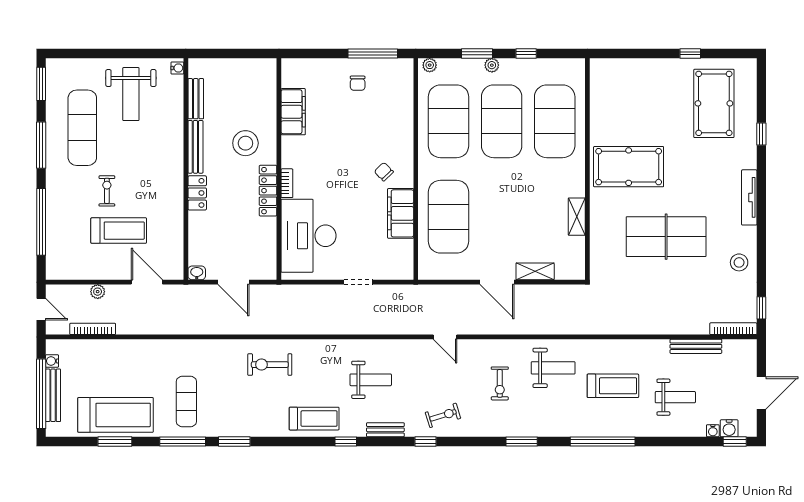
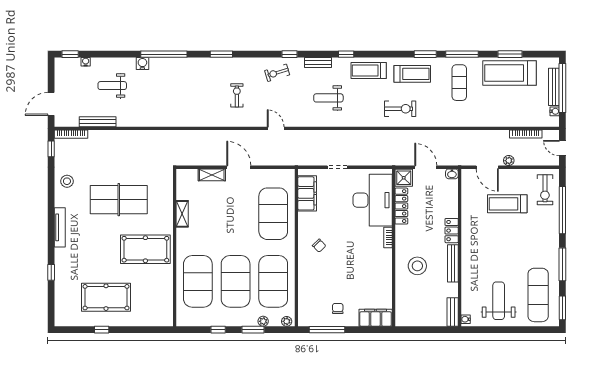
plant: (492, 65) -> (263, 321), moved
bench: (196, 99) -> (453, 312), moved
pool table: (714, 103) -> (106, 297), moved, turned 90
filing cabinet: (293, 112) -> (376, 318), moved, turned 90
exercise mat: (82, 128) -> (538, 295), moved
exercise bike: (107, 191) -> (545, 190), moved, width x1.38, depth x1.39
locker: (268, 191) -> (401, 206), moved
filing cabinet: (401, 213) -> (307, 193), moved
shower: (265, 267) -> (404, 178), added
plant: (98, 292) -> (509, 161), moved
weight bench: (553, 368) -> (199, 106), removed
treadmill: (613, 386) -> (412, 74), moved, turned 180
door: (761, 393) -> (51, 104), moved
water cooler: (729, 428) -> (142, 64), moved

